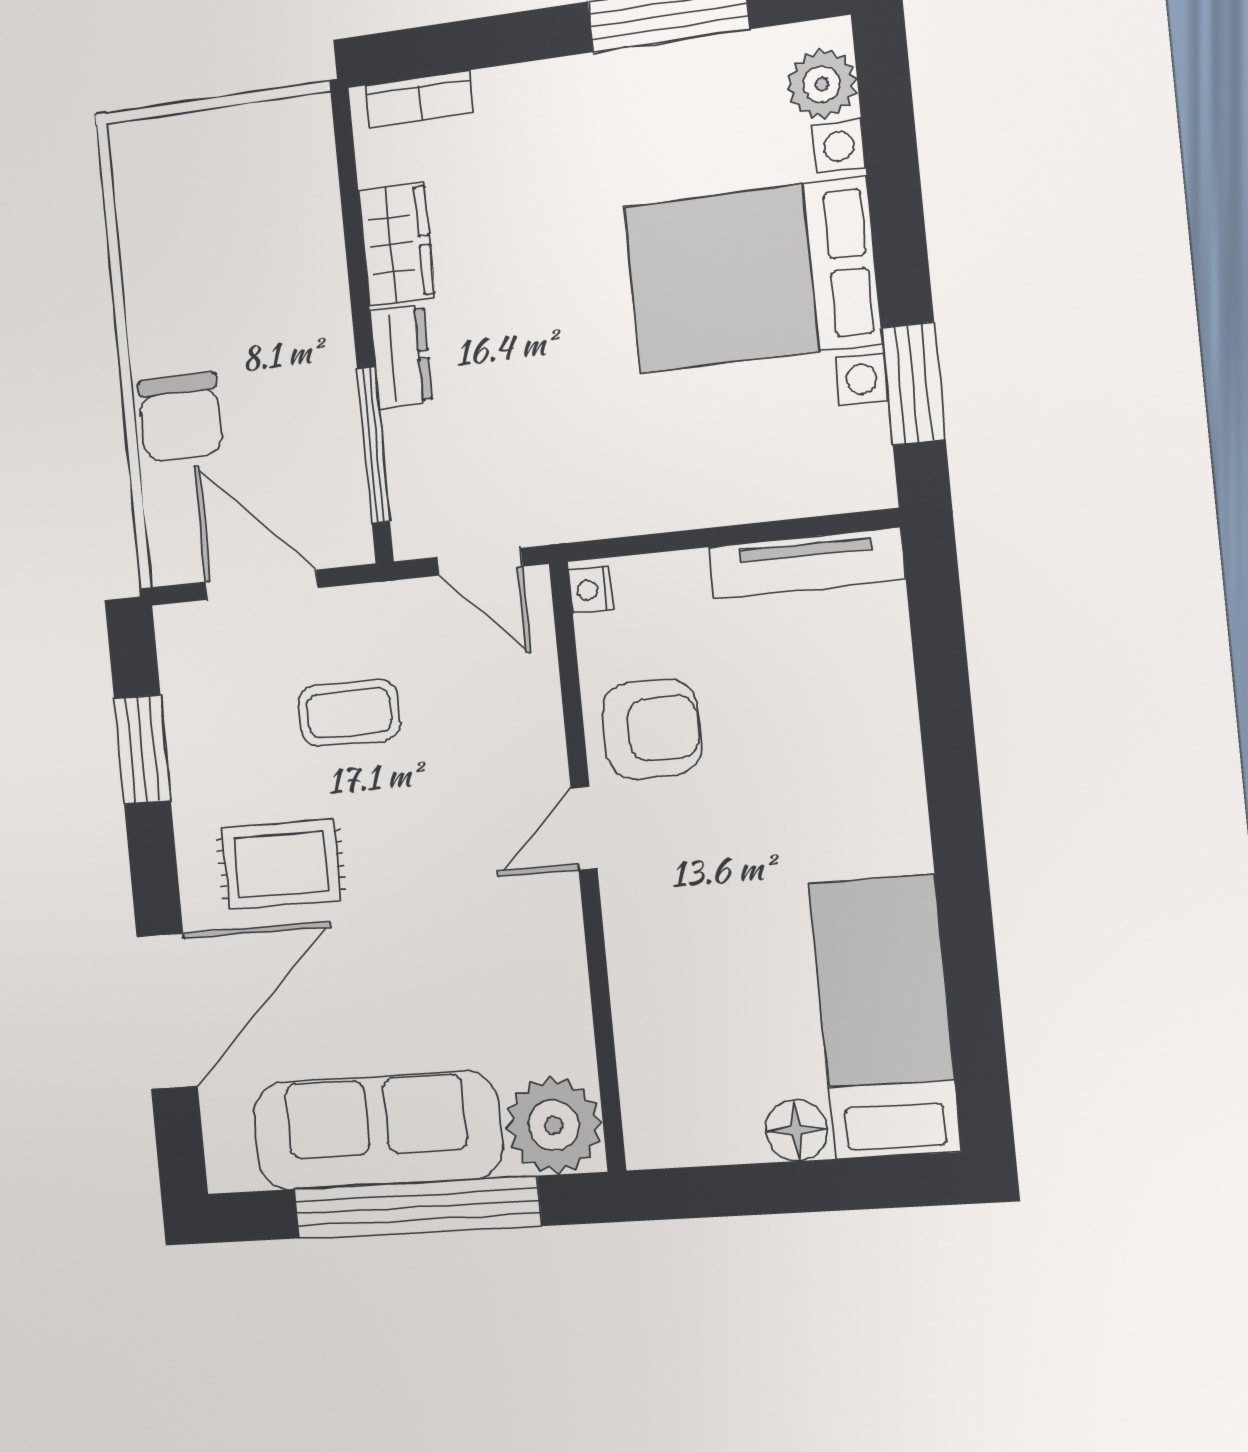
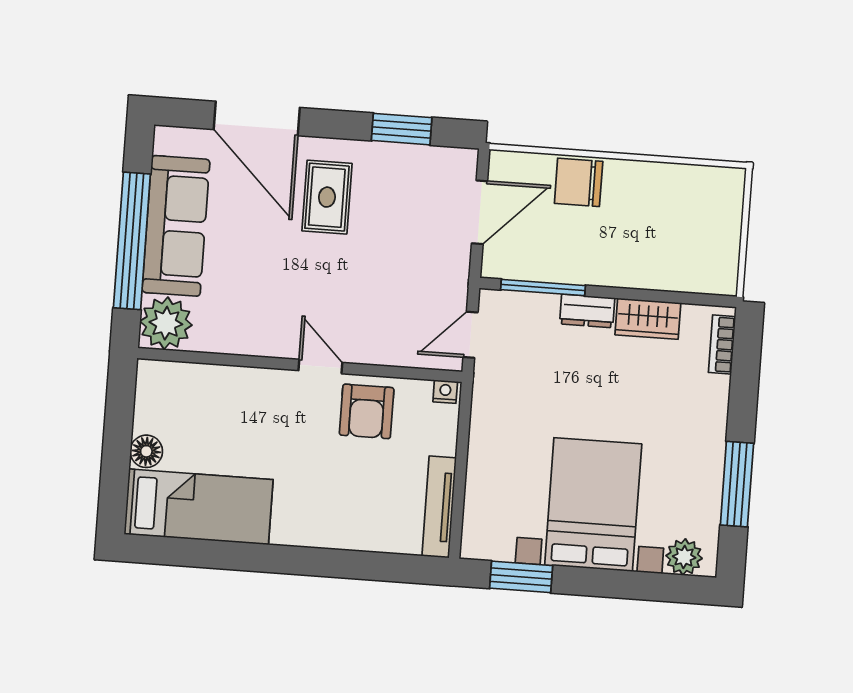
coffee table: (349, 713) -> (402, 249), removed

